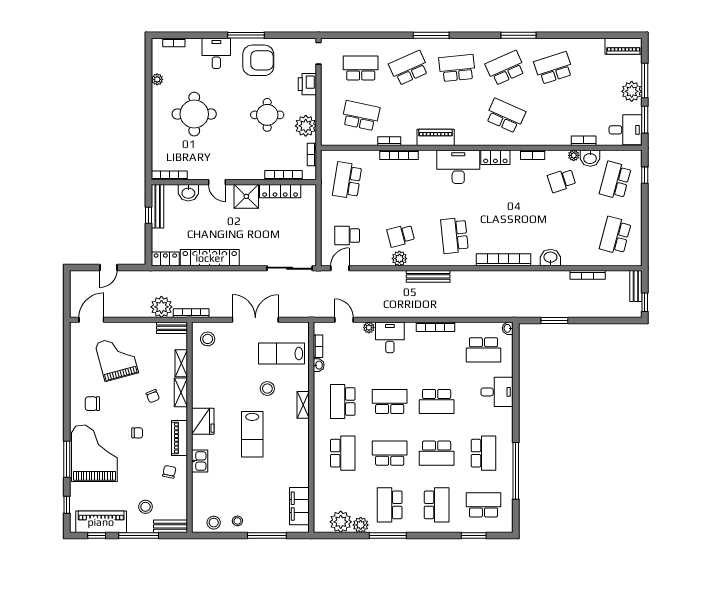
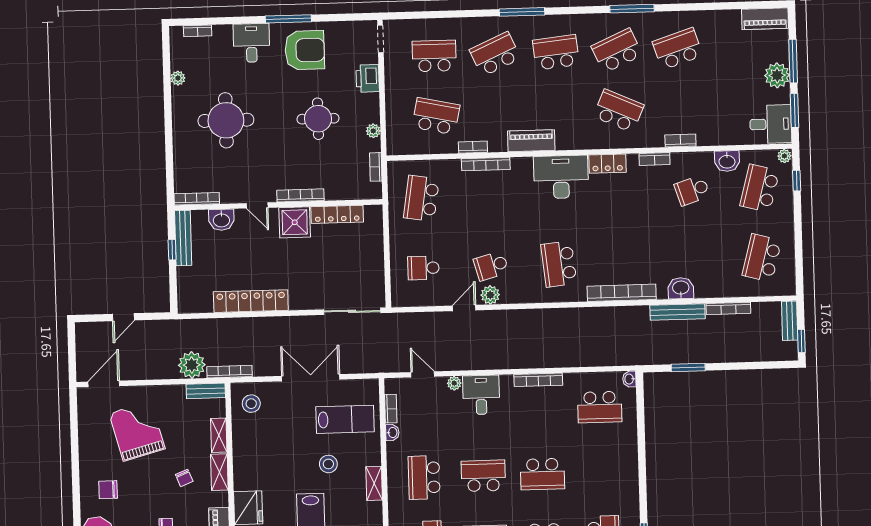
plant: (306, 126) -> (373, 131), width x0.53, depth x0.53
bookcase: (584, 141) -> (680, 141), moved
plant: (574, 155) -> (784, 156), moved
bookcase: (284, 175) -> (300, 195), moved
locker: (165, 259) -> (195, 304), removed
door: (340, 268) -> (464, 308), moved
bench: (428, 276) -> (678, 312), moved
lab bench: (282, 354) -> (345, 419), turned 180
desk: (497, 392) -> (618, 460), removed

